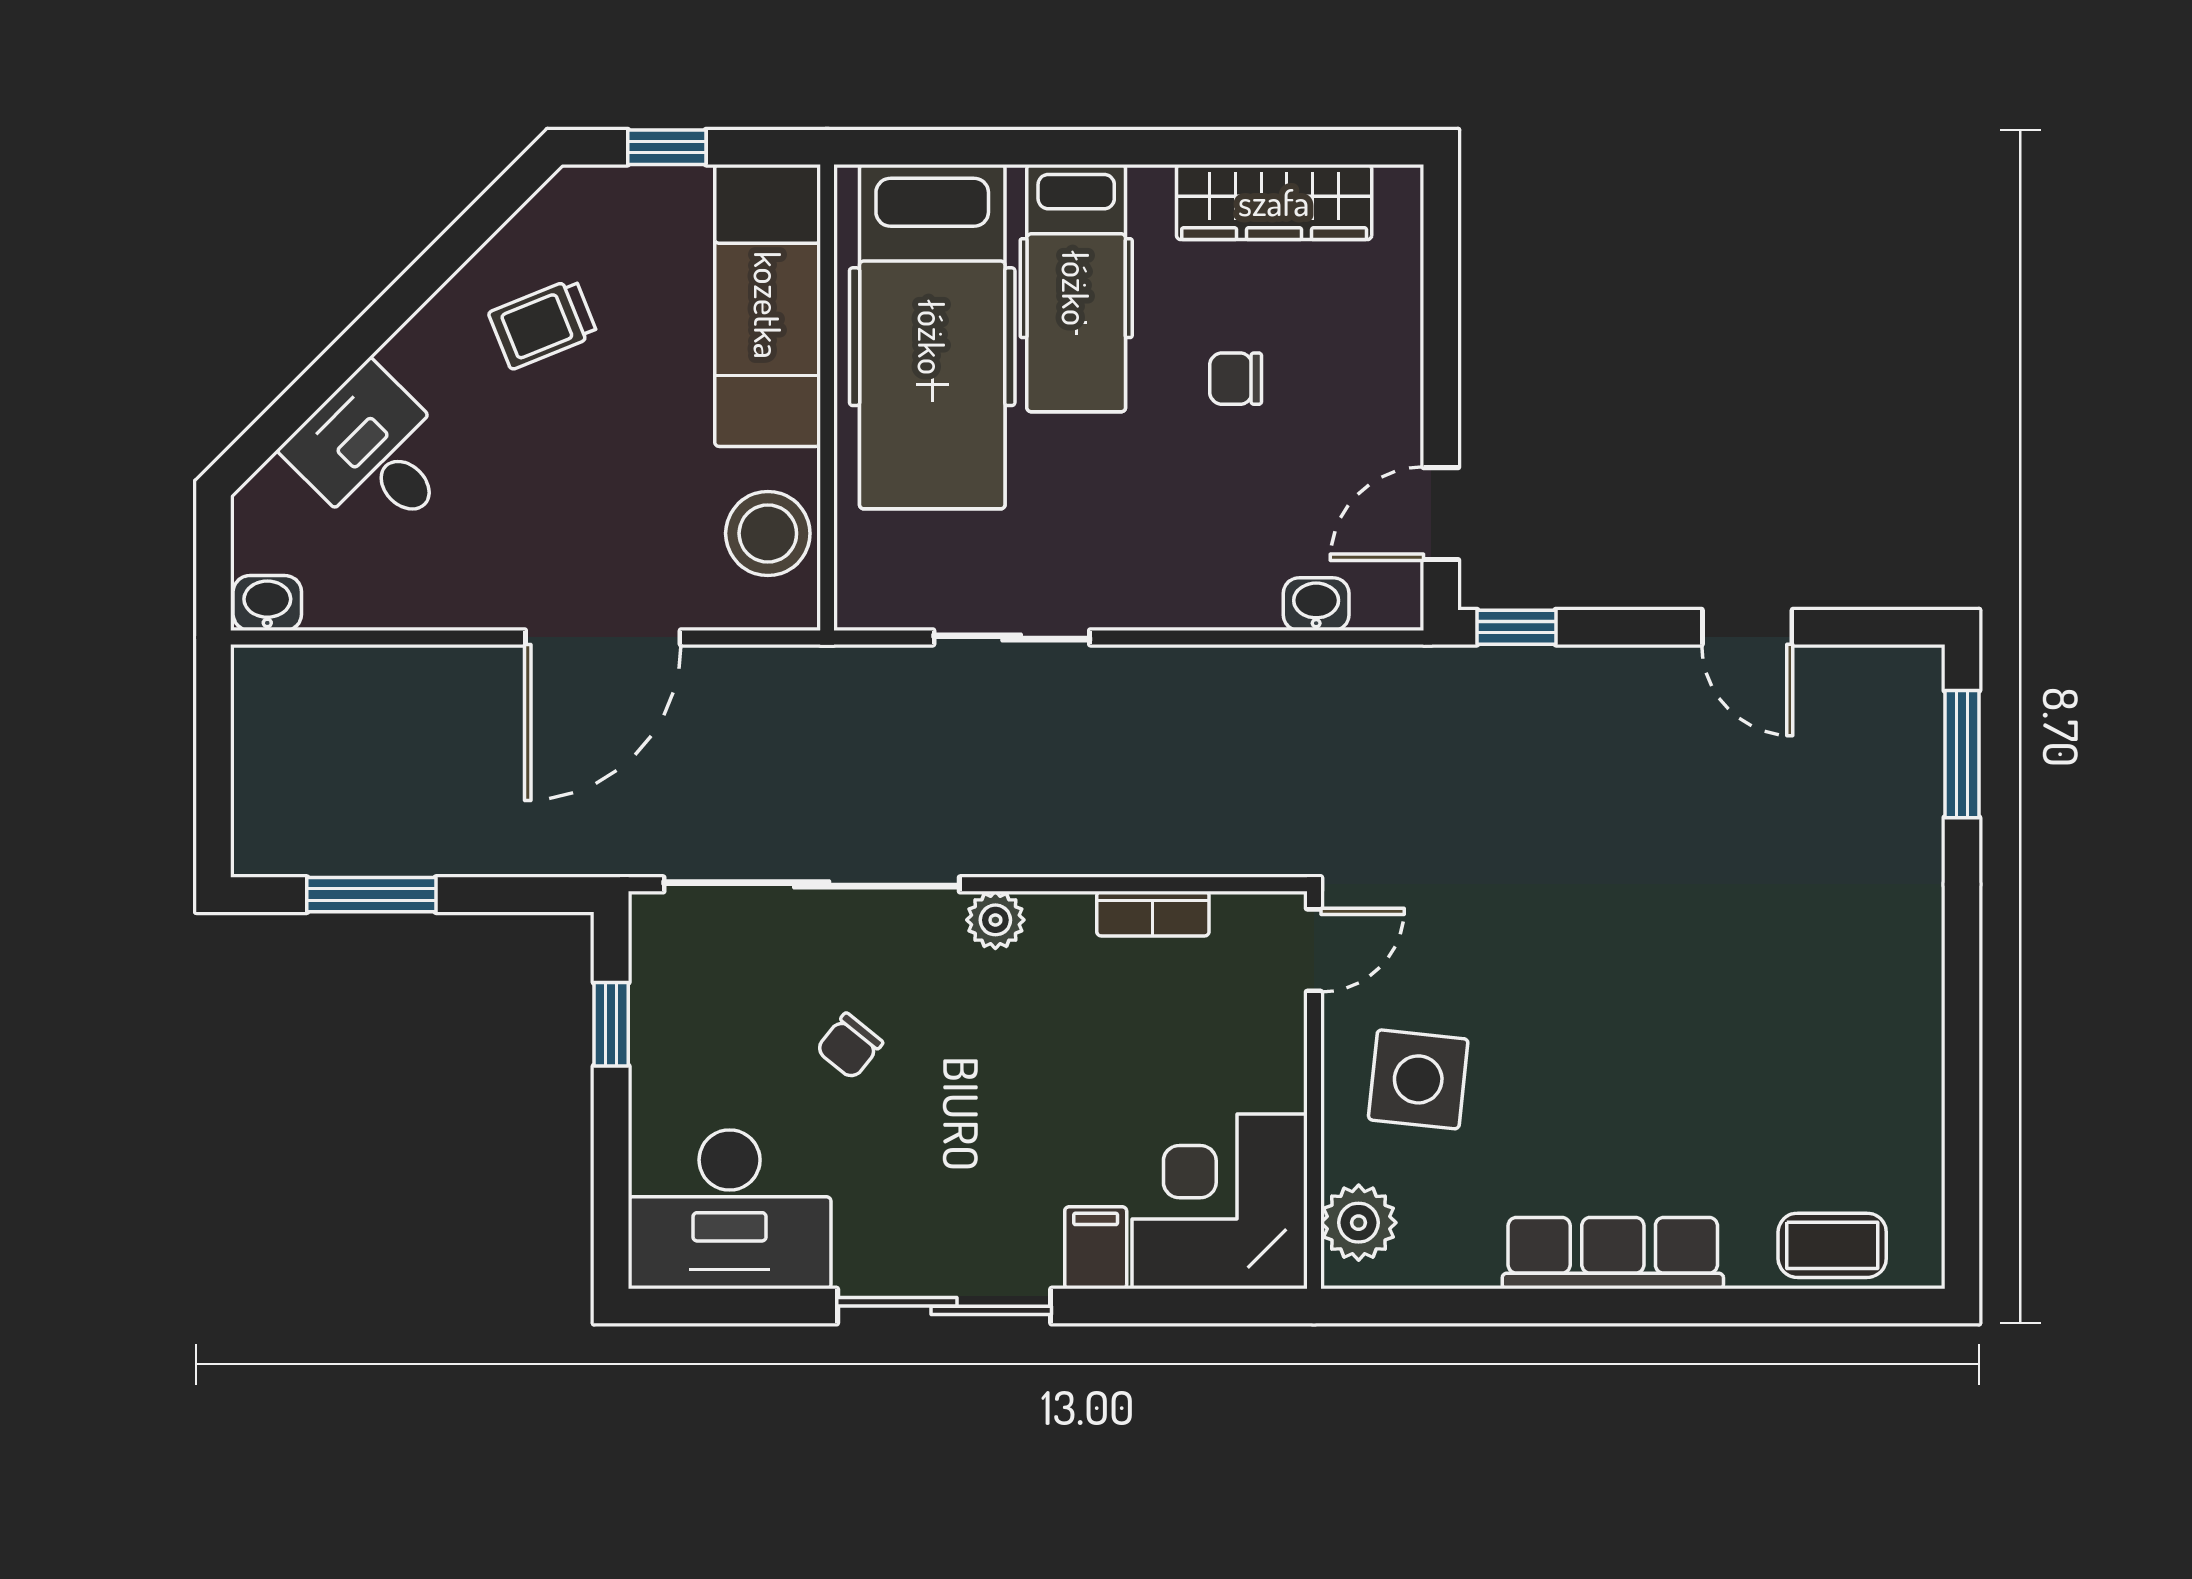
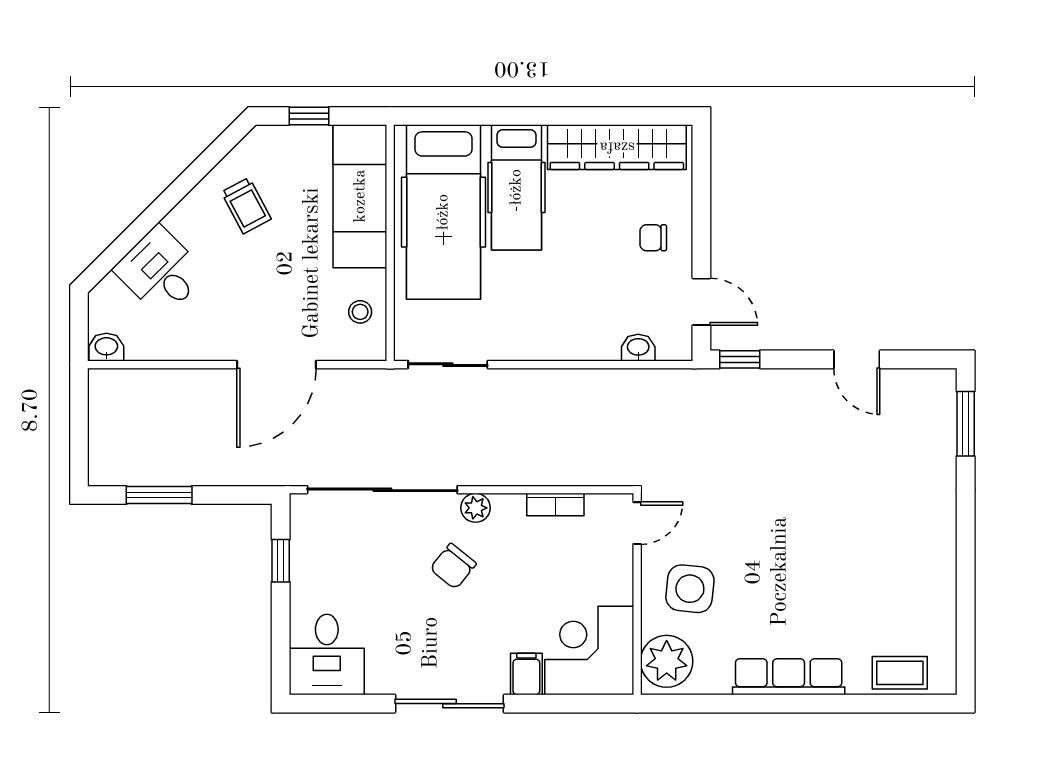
wardrobe: (1274, 202) -> (617, 147), width x1.40, depth x1.17
trolley: (543, 324) -> (246, 206), turned -96
chair: (1236, 379) -> (653, 238), moved
door: (1441, 514) -> (701, 302), swing flipped
stool: (768, 533) -> (360, 312), width x0.53, depth x0.53
sliding door: (1012, 637) -> (448, 365), moved
chair: (849, 1046) -> (453, 566), moved, width x1.37, depth x1.37
desk: (730, 1209) -> (327, 655), width x0.73
plant: (1359, 1223) -> (667, 661), width x1.36, depth x1.36

